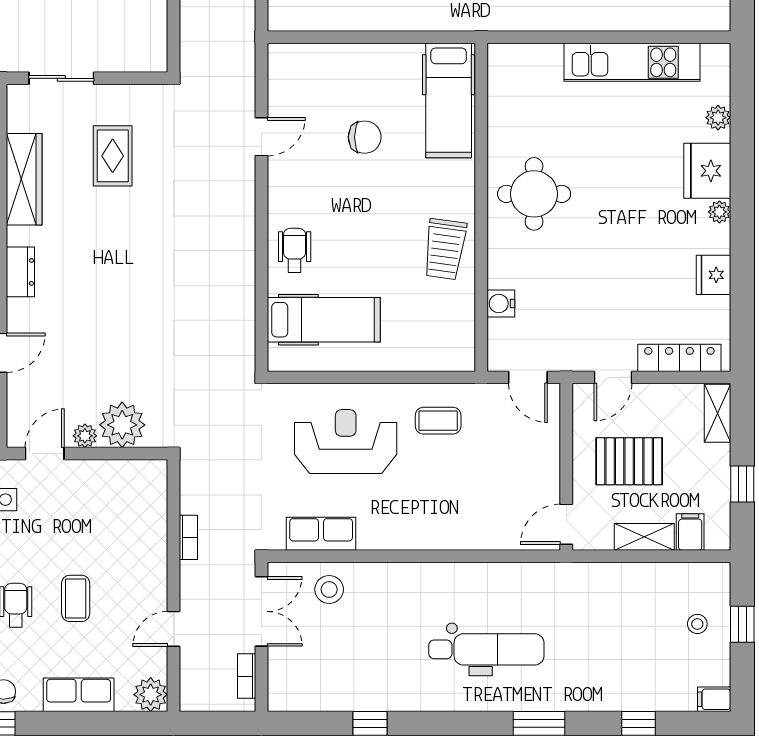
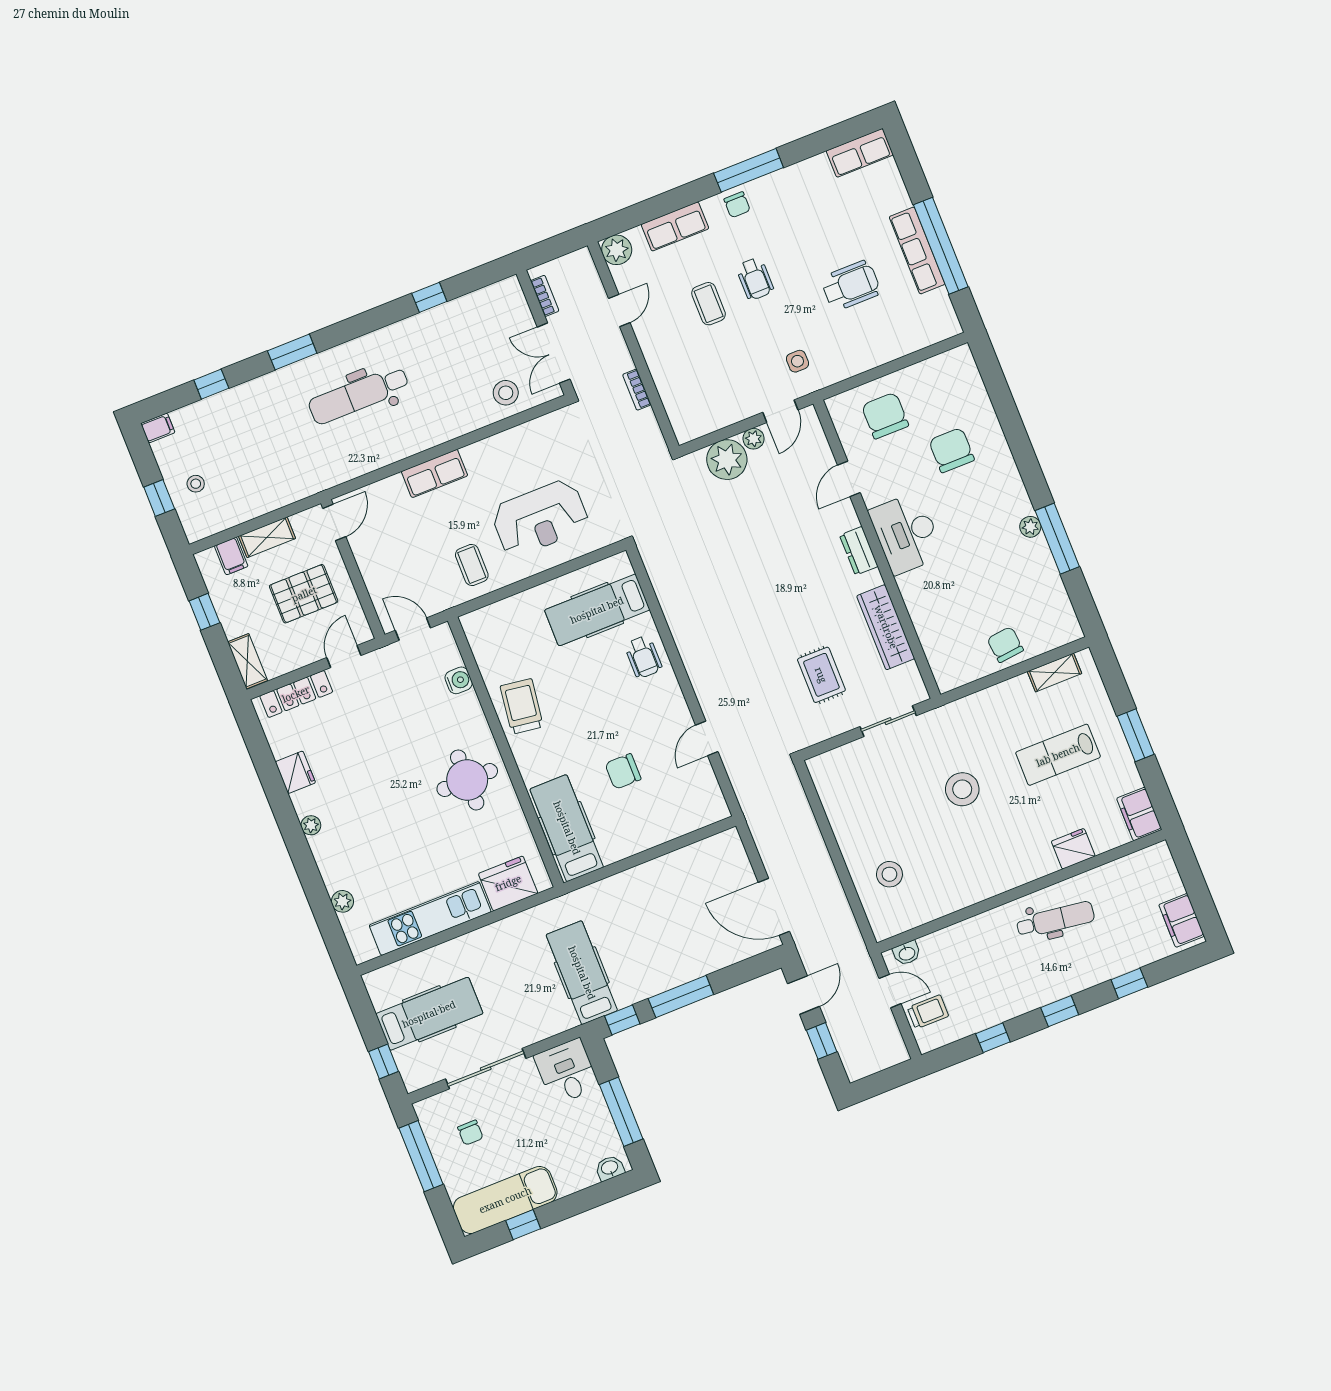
fridge: (707, 171) -> (508, 883), moved, turned -90
coffee table: (438, 421) -> (472, 565), turned 90
row of seats: (321, 534) -> (434, 473), moved

